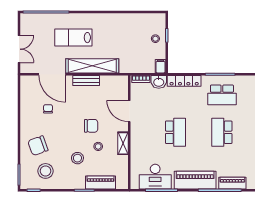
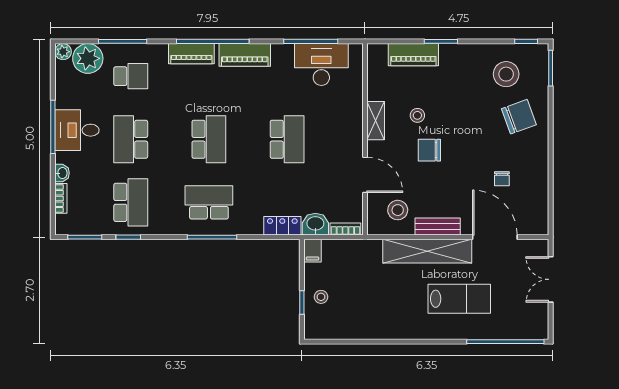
locker: (184, 81) -> (282, 226), width x0.66
school desk: (175, 132) -> (287, 139), turned 180
stool: (77, 158) -> (398, 210), moved
piano: (195, 180) -> (245, 55), width x0.73, depth x0.75

